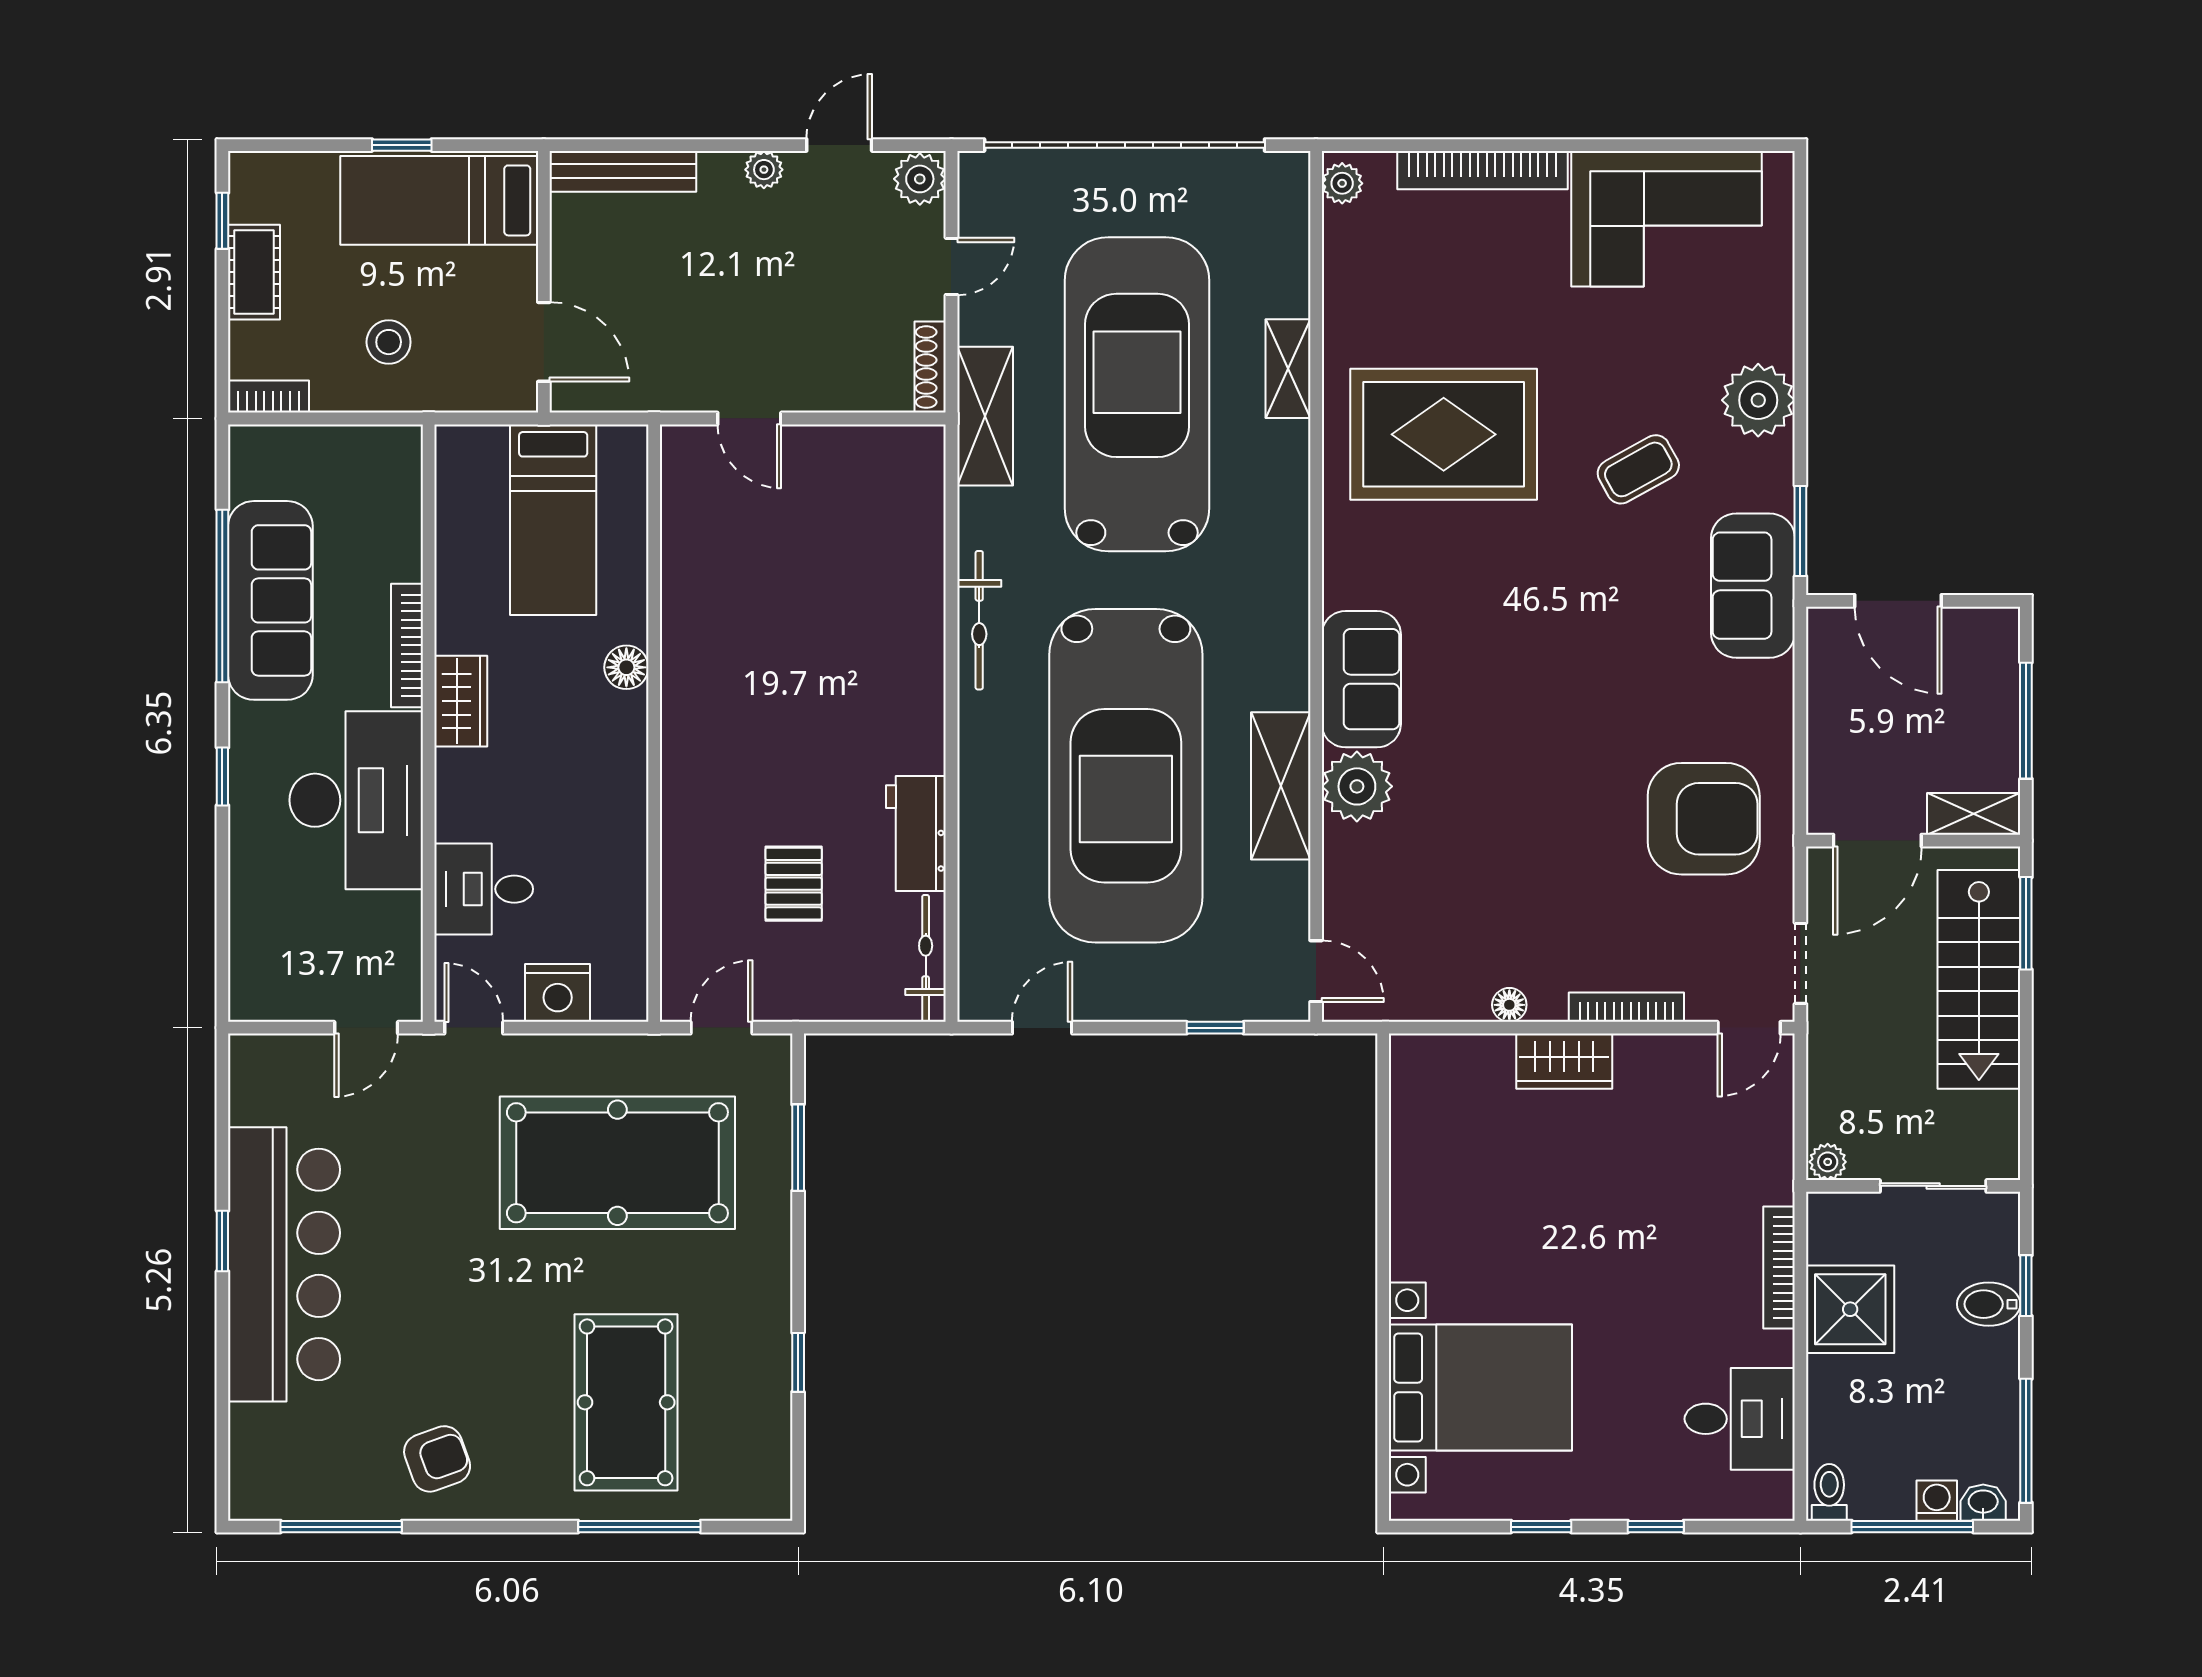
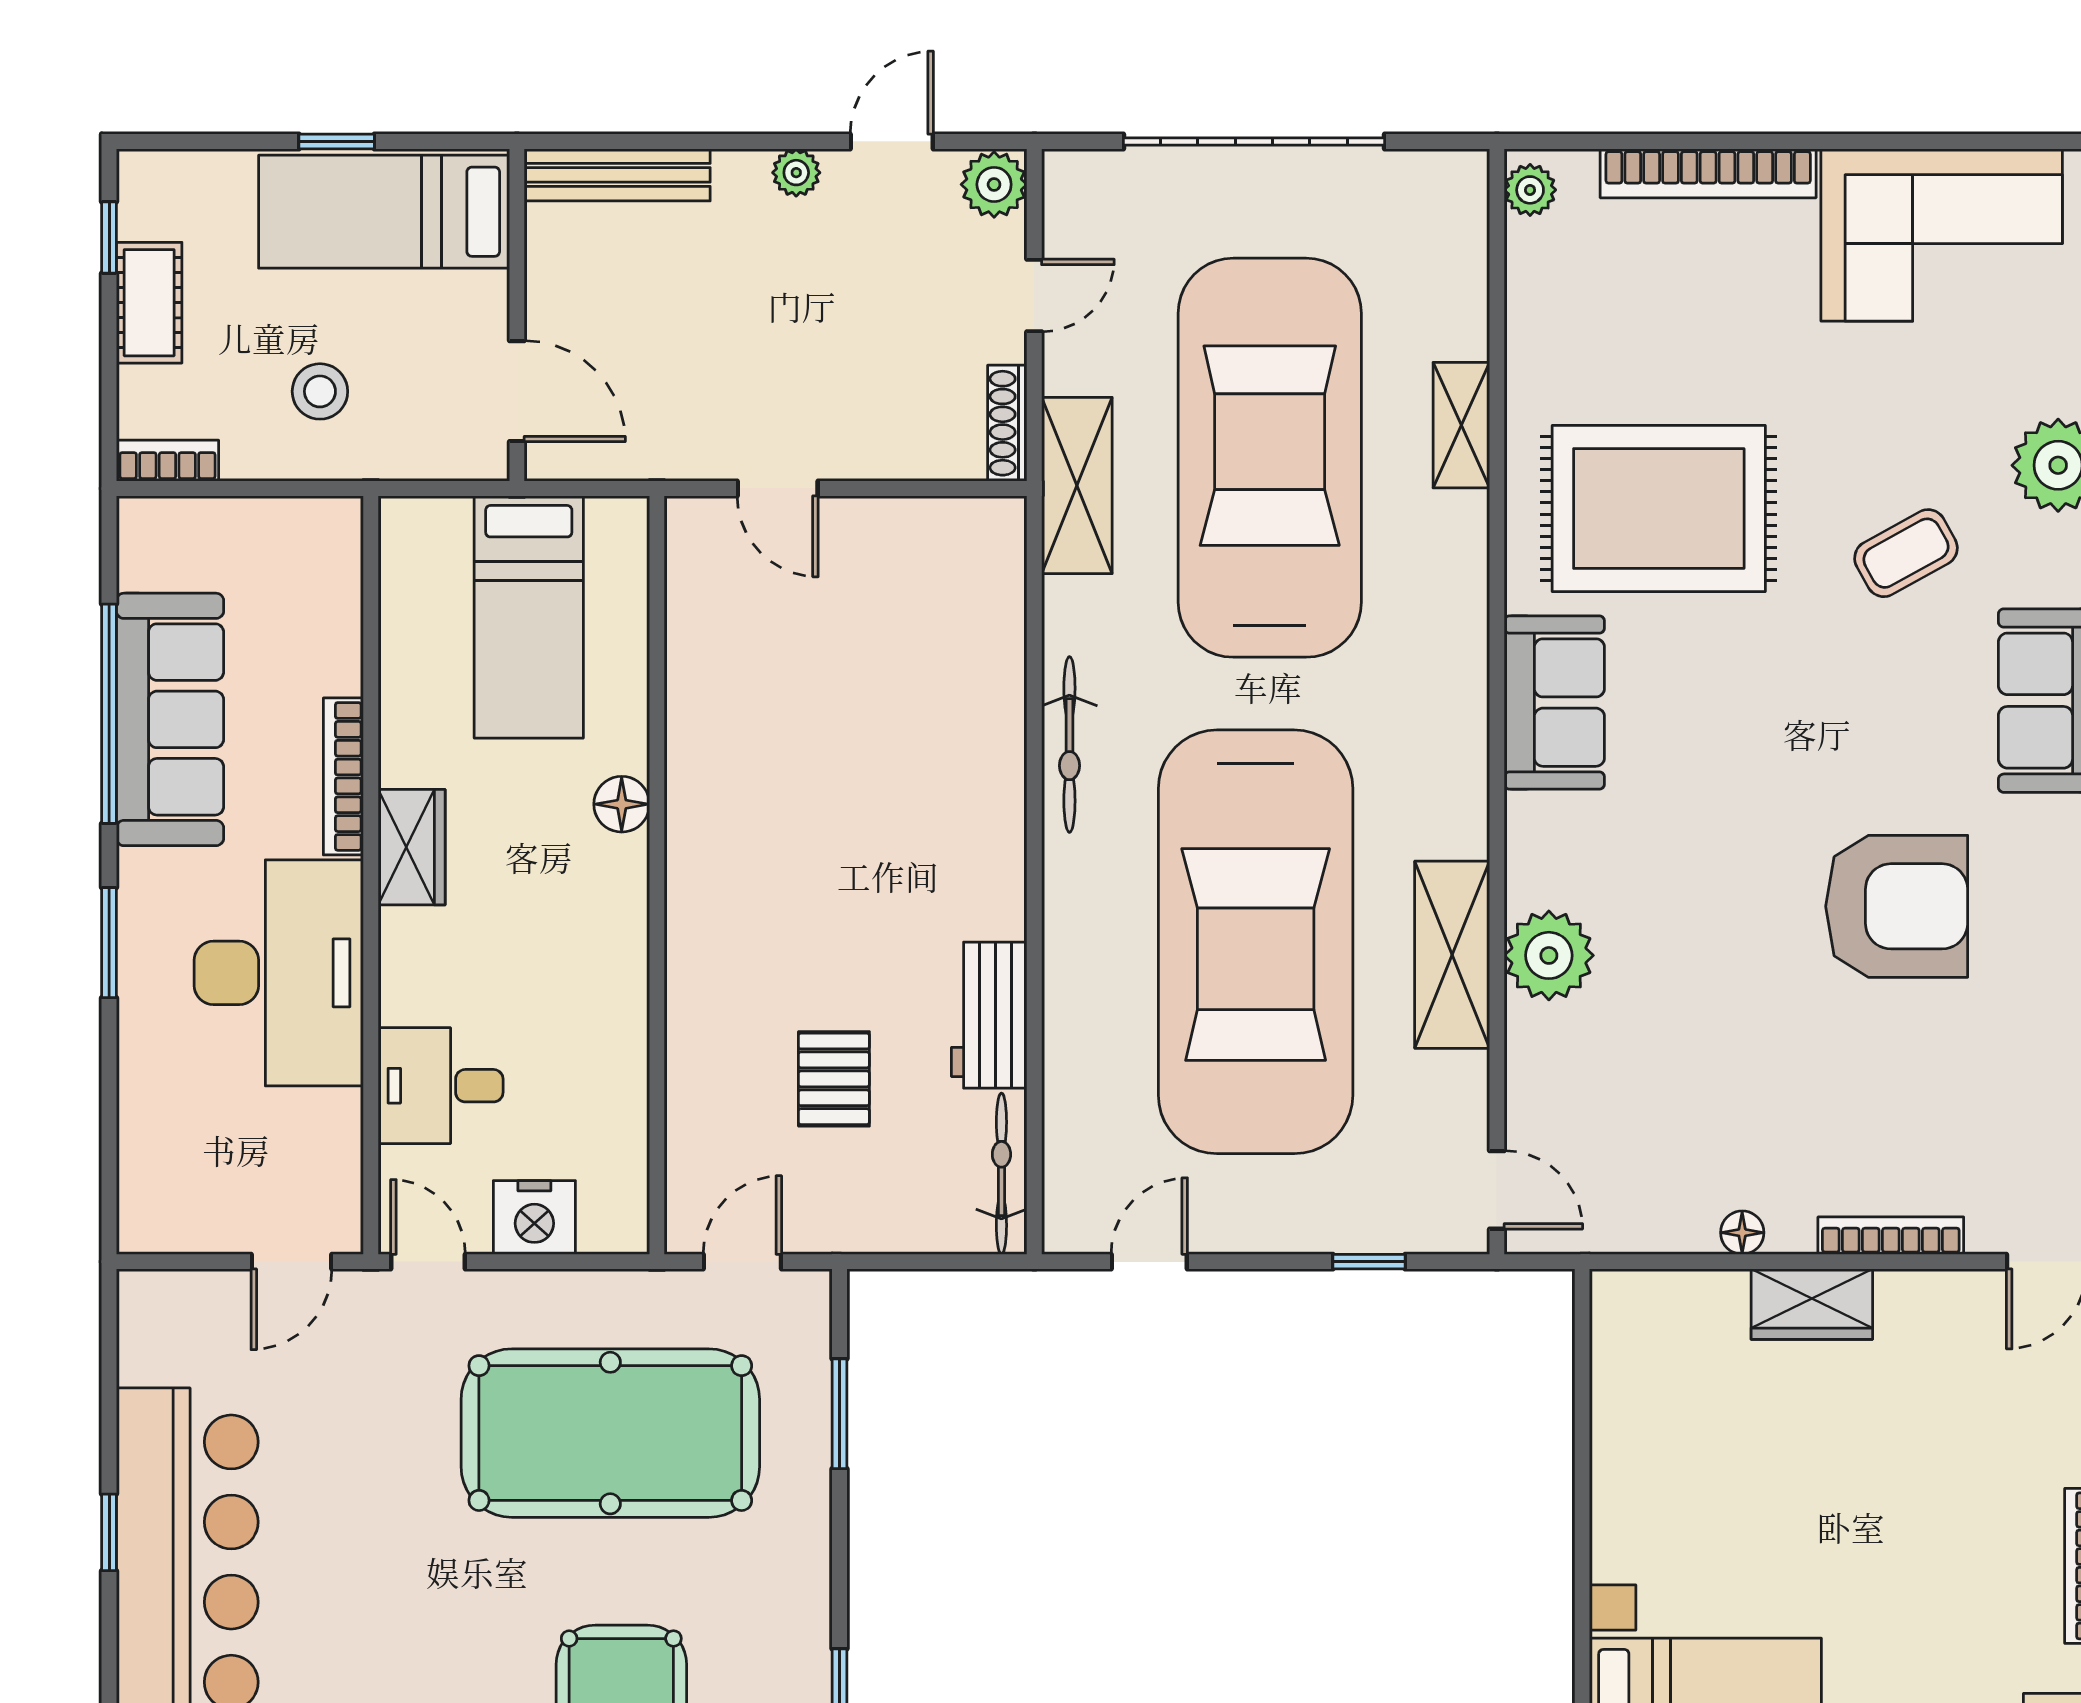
garage door: (1125, 145) -> (1254, 141), width x0.73
sofa: (1361, 679) -> (1554, 703), moved
window: (222, 776) -> (109, 943), width x1.50
armchair: (1704, 819) -> (1897, 906), moved

